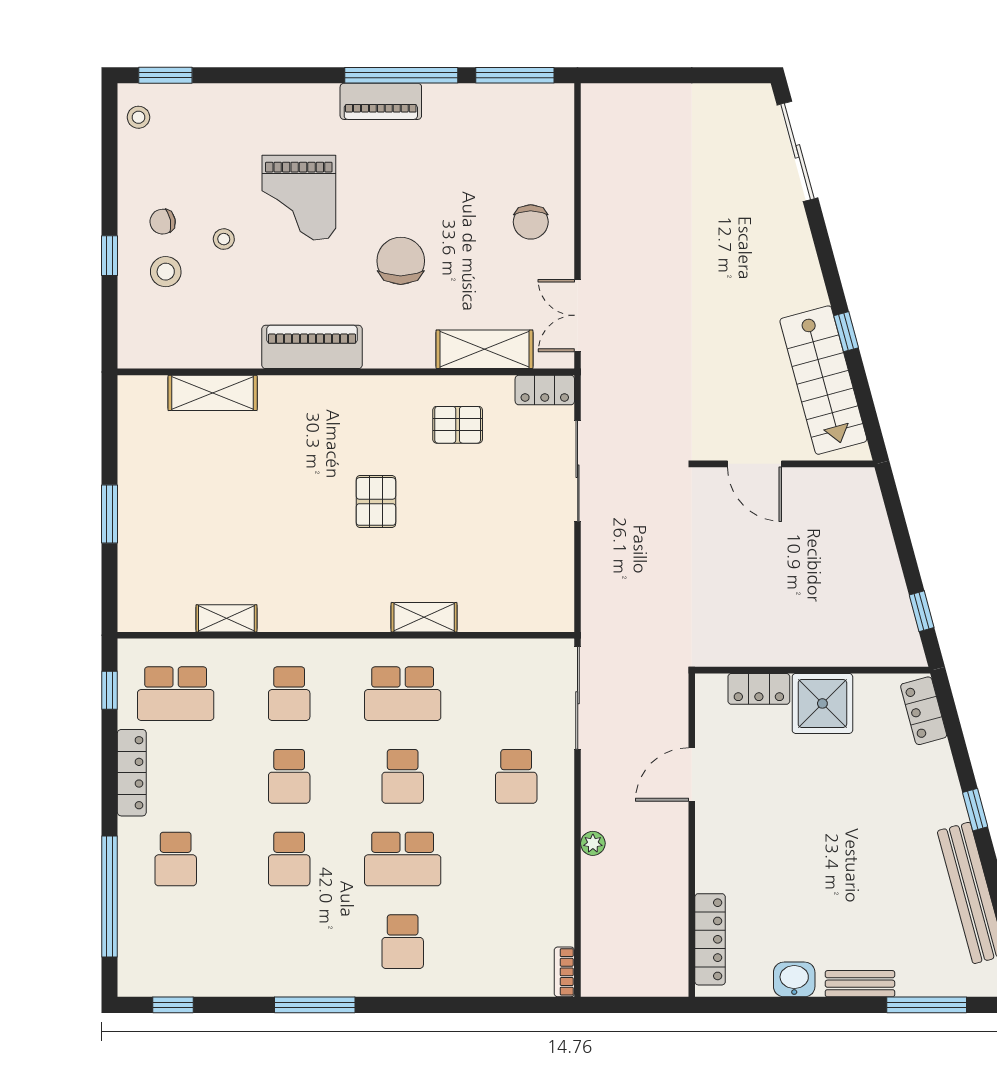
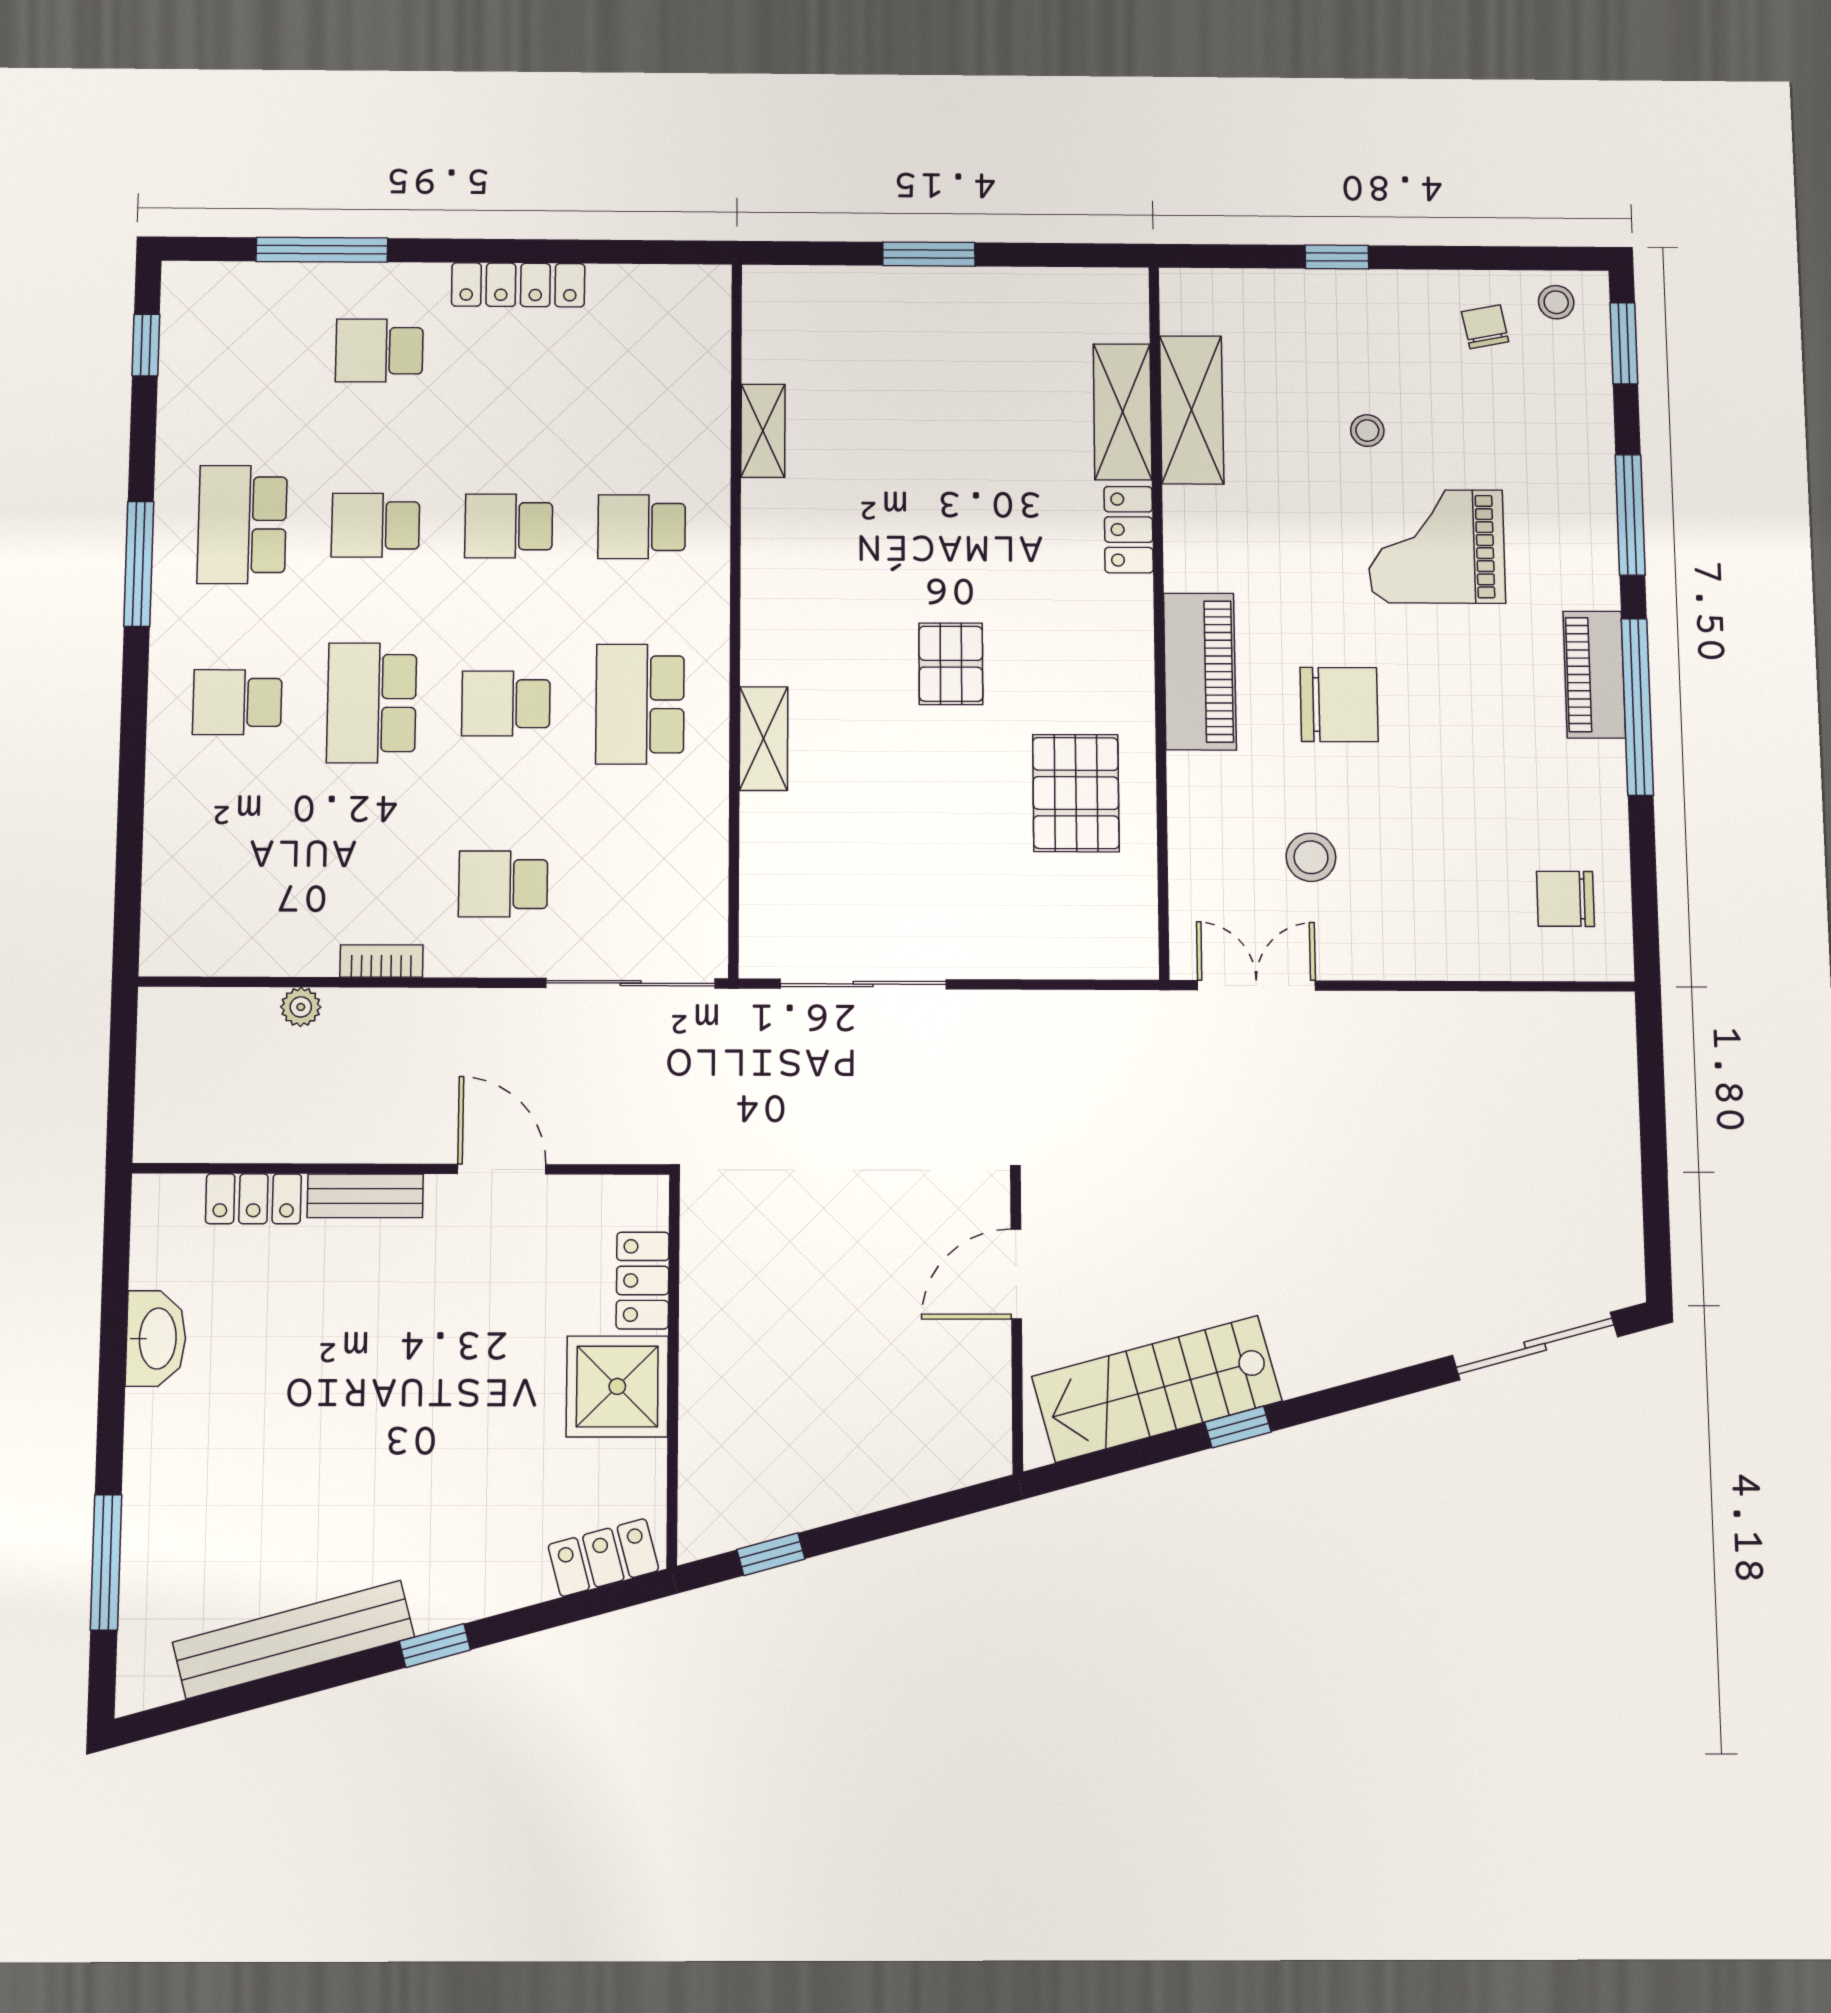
window: (515, 75) -> (1630, 515), moved
chair: (163, 222) -> (1485, 327), moved
chair: (531, 222) -> (1565, 899), moved
stool: (166, 272) -> (1311, 857), moved
piano: (312, 347) -> (1200, 671), moved
shelving: (484, 349) -> (1192, 410), moved
locker: (545, 390) -> (1129, 530), moved
pallet: (458, 425) -> (1076, 793), width x1.50, depth x1.42
sliding door: (578, 471) -> (863, 984), moved
pallet: (376, 501) -> (951, 664), turned 90
window: (110, 690) -> (650, 252), removed
school desk: (176, 694) -> (242, 525), moved
plant: (593, 843) -> (301, 1007), moved
window: (110, 896) -> (322, 250), width x0.68
locker: (710, 939) -> (253, 1199), width x0.66
bookcase: (564, 972) -> (381, 961), moved
washbasin: (794, 979) -> (156, 1339), width x1.38
bench: (860, 984) -> (365, 1196), moved, turned 90

